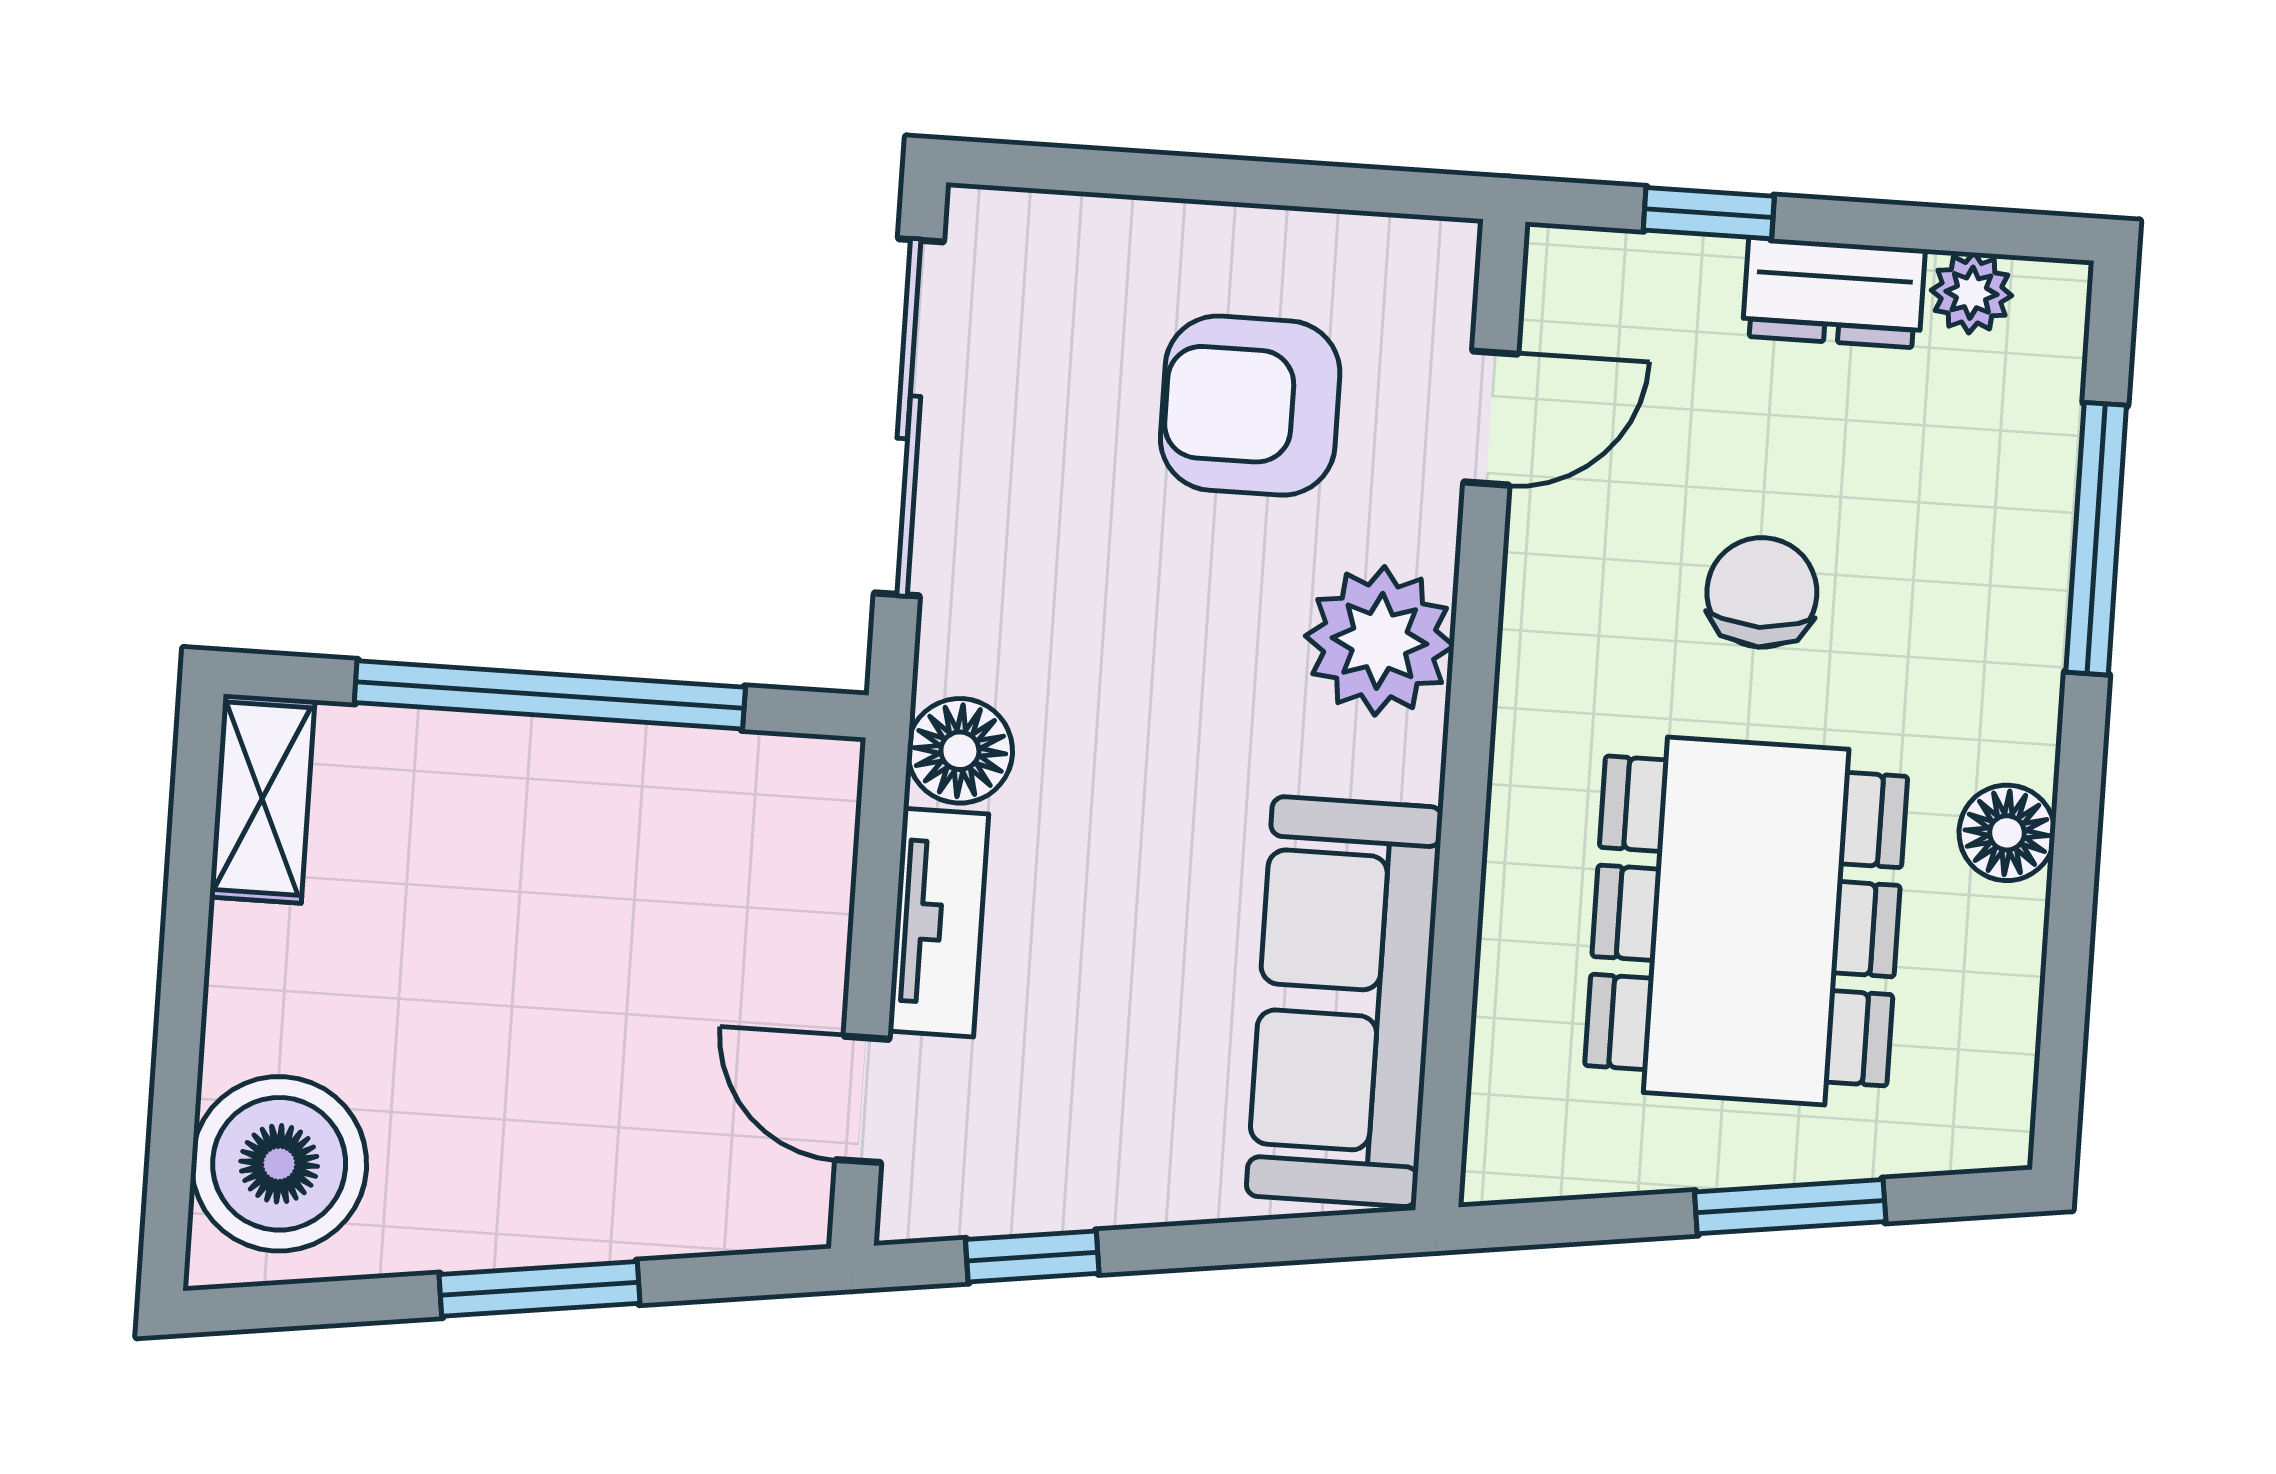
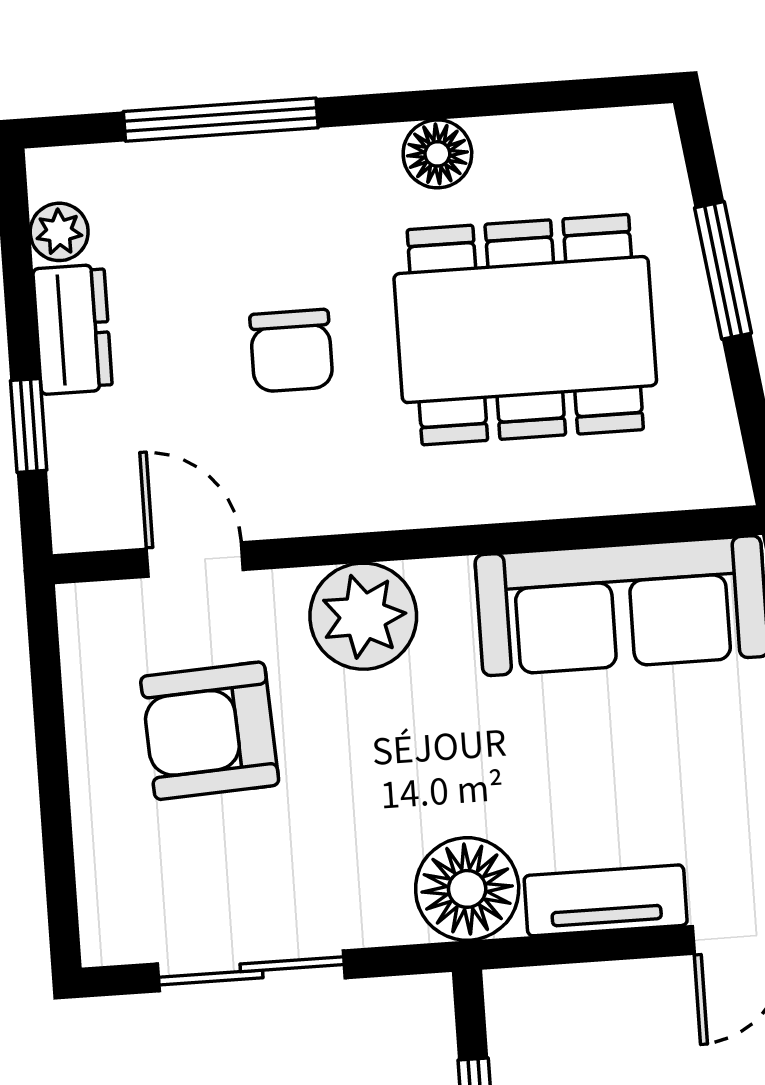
armchair: (1250, 406) -> (210, 731), turned 87
sliding door: (909, 417) -> (251, 971), width x0.73
chair: (1762, 592) -> (291, 351), turned -90
floor lamp: (960, 751) -> (467, 889), width x1.38, depth x1.38

